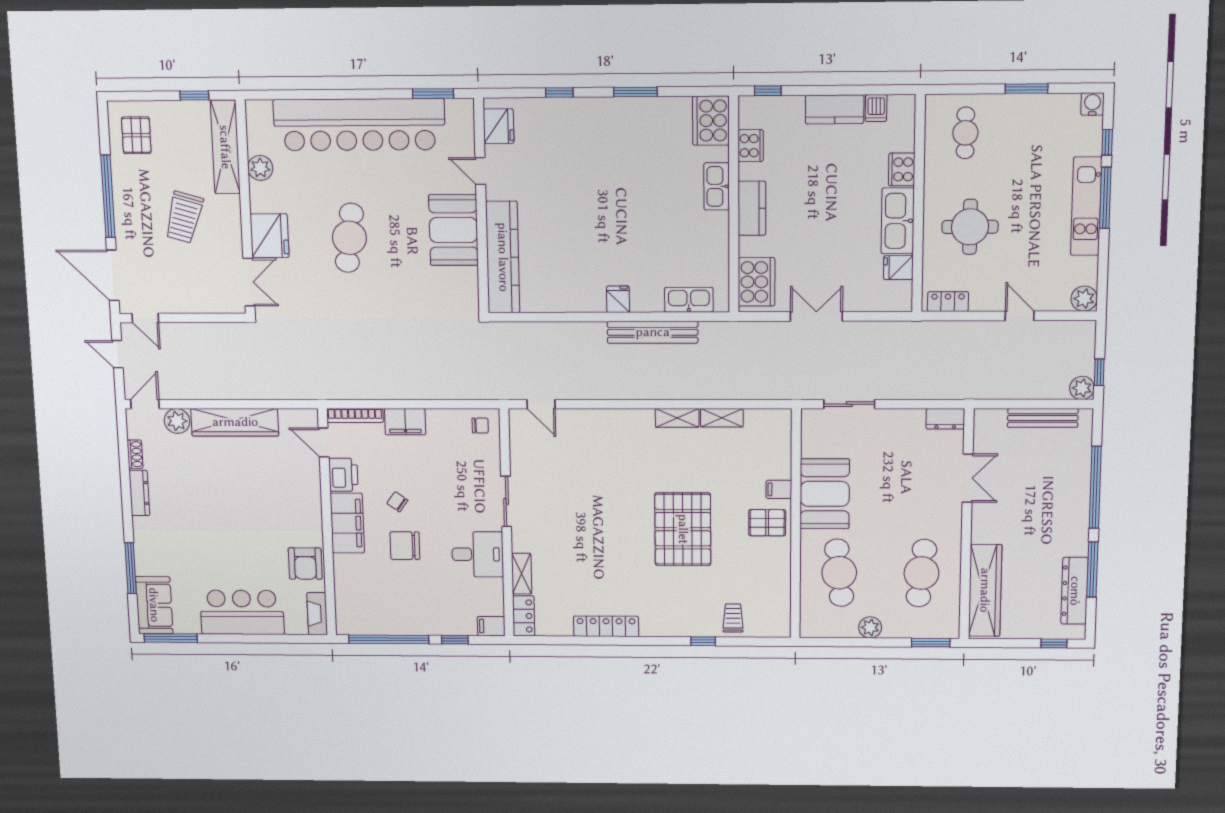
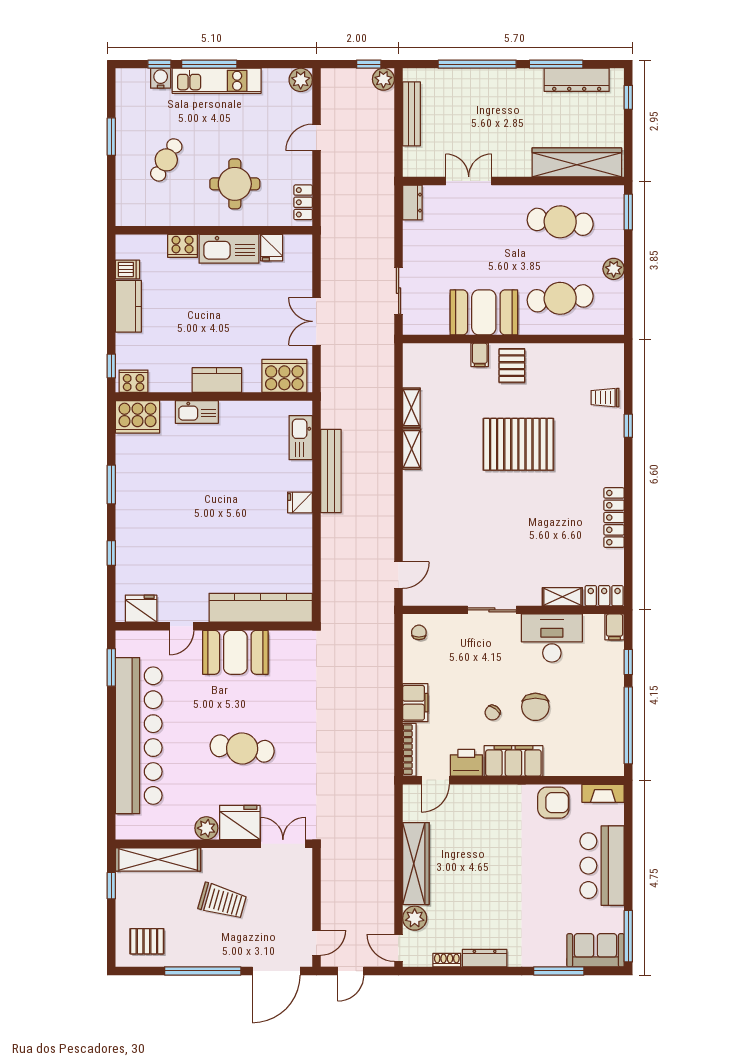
water cooler: (1092, 104) -> (161, 78), moved, turned 90
cafe table: (965, 133) -> (166, 160), moved, turned -60
cooker: (751, 146) -> (134, 381), moved
plant: (260, 168) -> (206, 828), moved
desk: (478, 554) -> (552, 638), width x1.37

